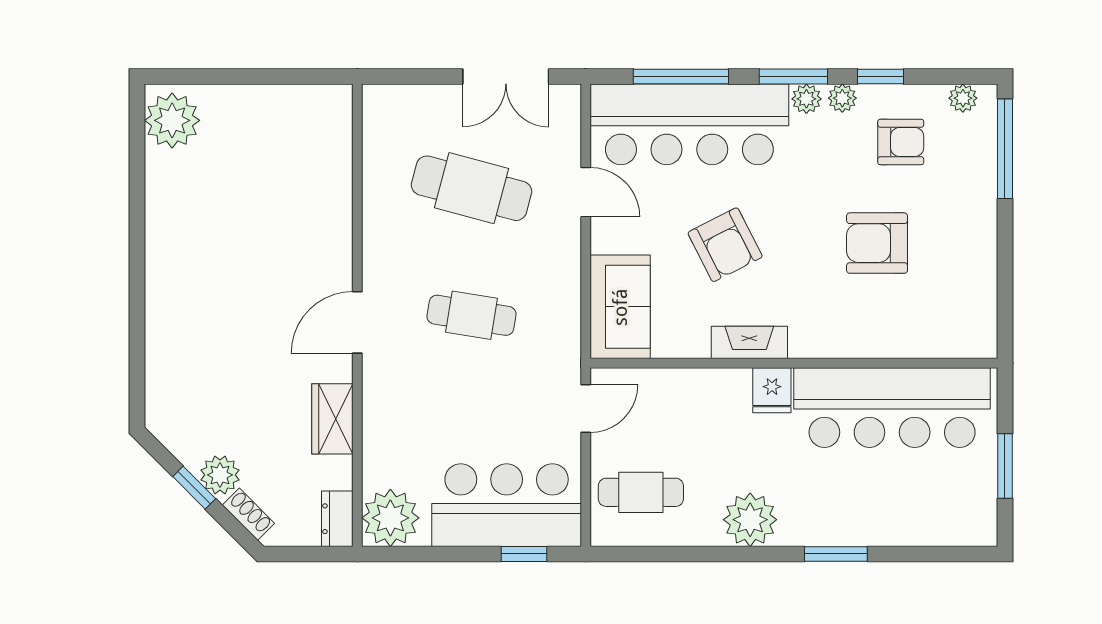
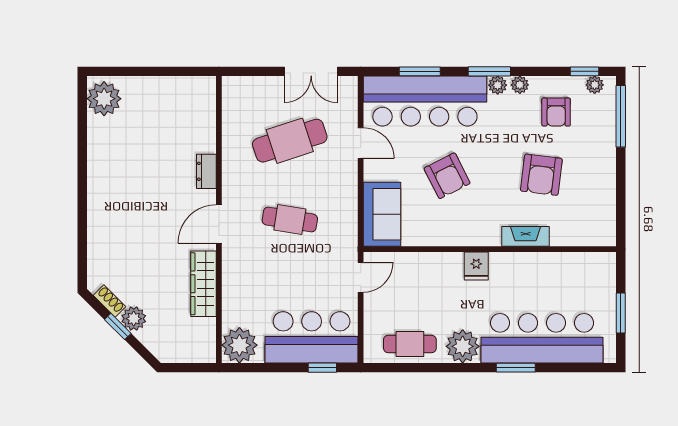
window: (681, 77) -> (420, 71), width x0.69
window: (880, 77) -> (584, 71), moved
armchair: (901, 142) -> (556, 112), turned 90
cafe table: (471, 188) -> (290, 141), turned -33
armchair: (877, 243) -> (541, 175), turned -83
fireplace: (749, 342) -> (526, 236), moved
bar counter: (892, 408) -> (542, 338), moved, turned 180
wardrobe: (332, 419) -> (204, 284), width x1.50
cafe table: (641, 492) -> (410, 344), moved
shoe rack: (248, 514) -> (109, 301), moved
dresser: (337, 519) -> (206, 171), moved

